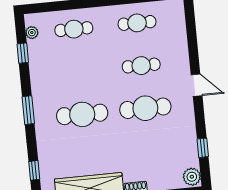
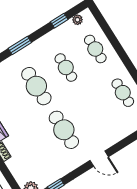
cafe table: (141, 66) -> (66, 68), moved
door: (197, 85) -> (99, 159), hinge flipped

